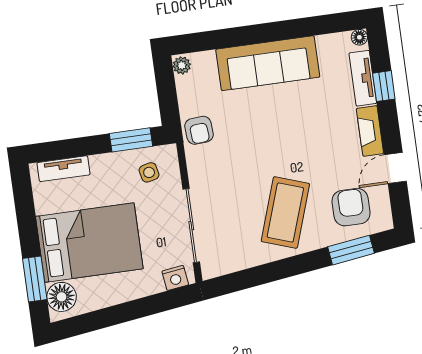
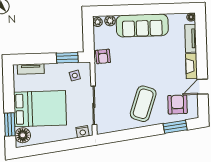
plant: (205, 61) -> (110, 21), added
window: (384, 86) -> (201, 44), removed

